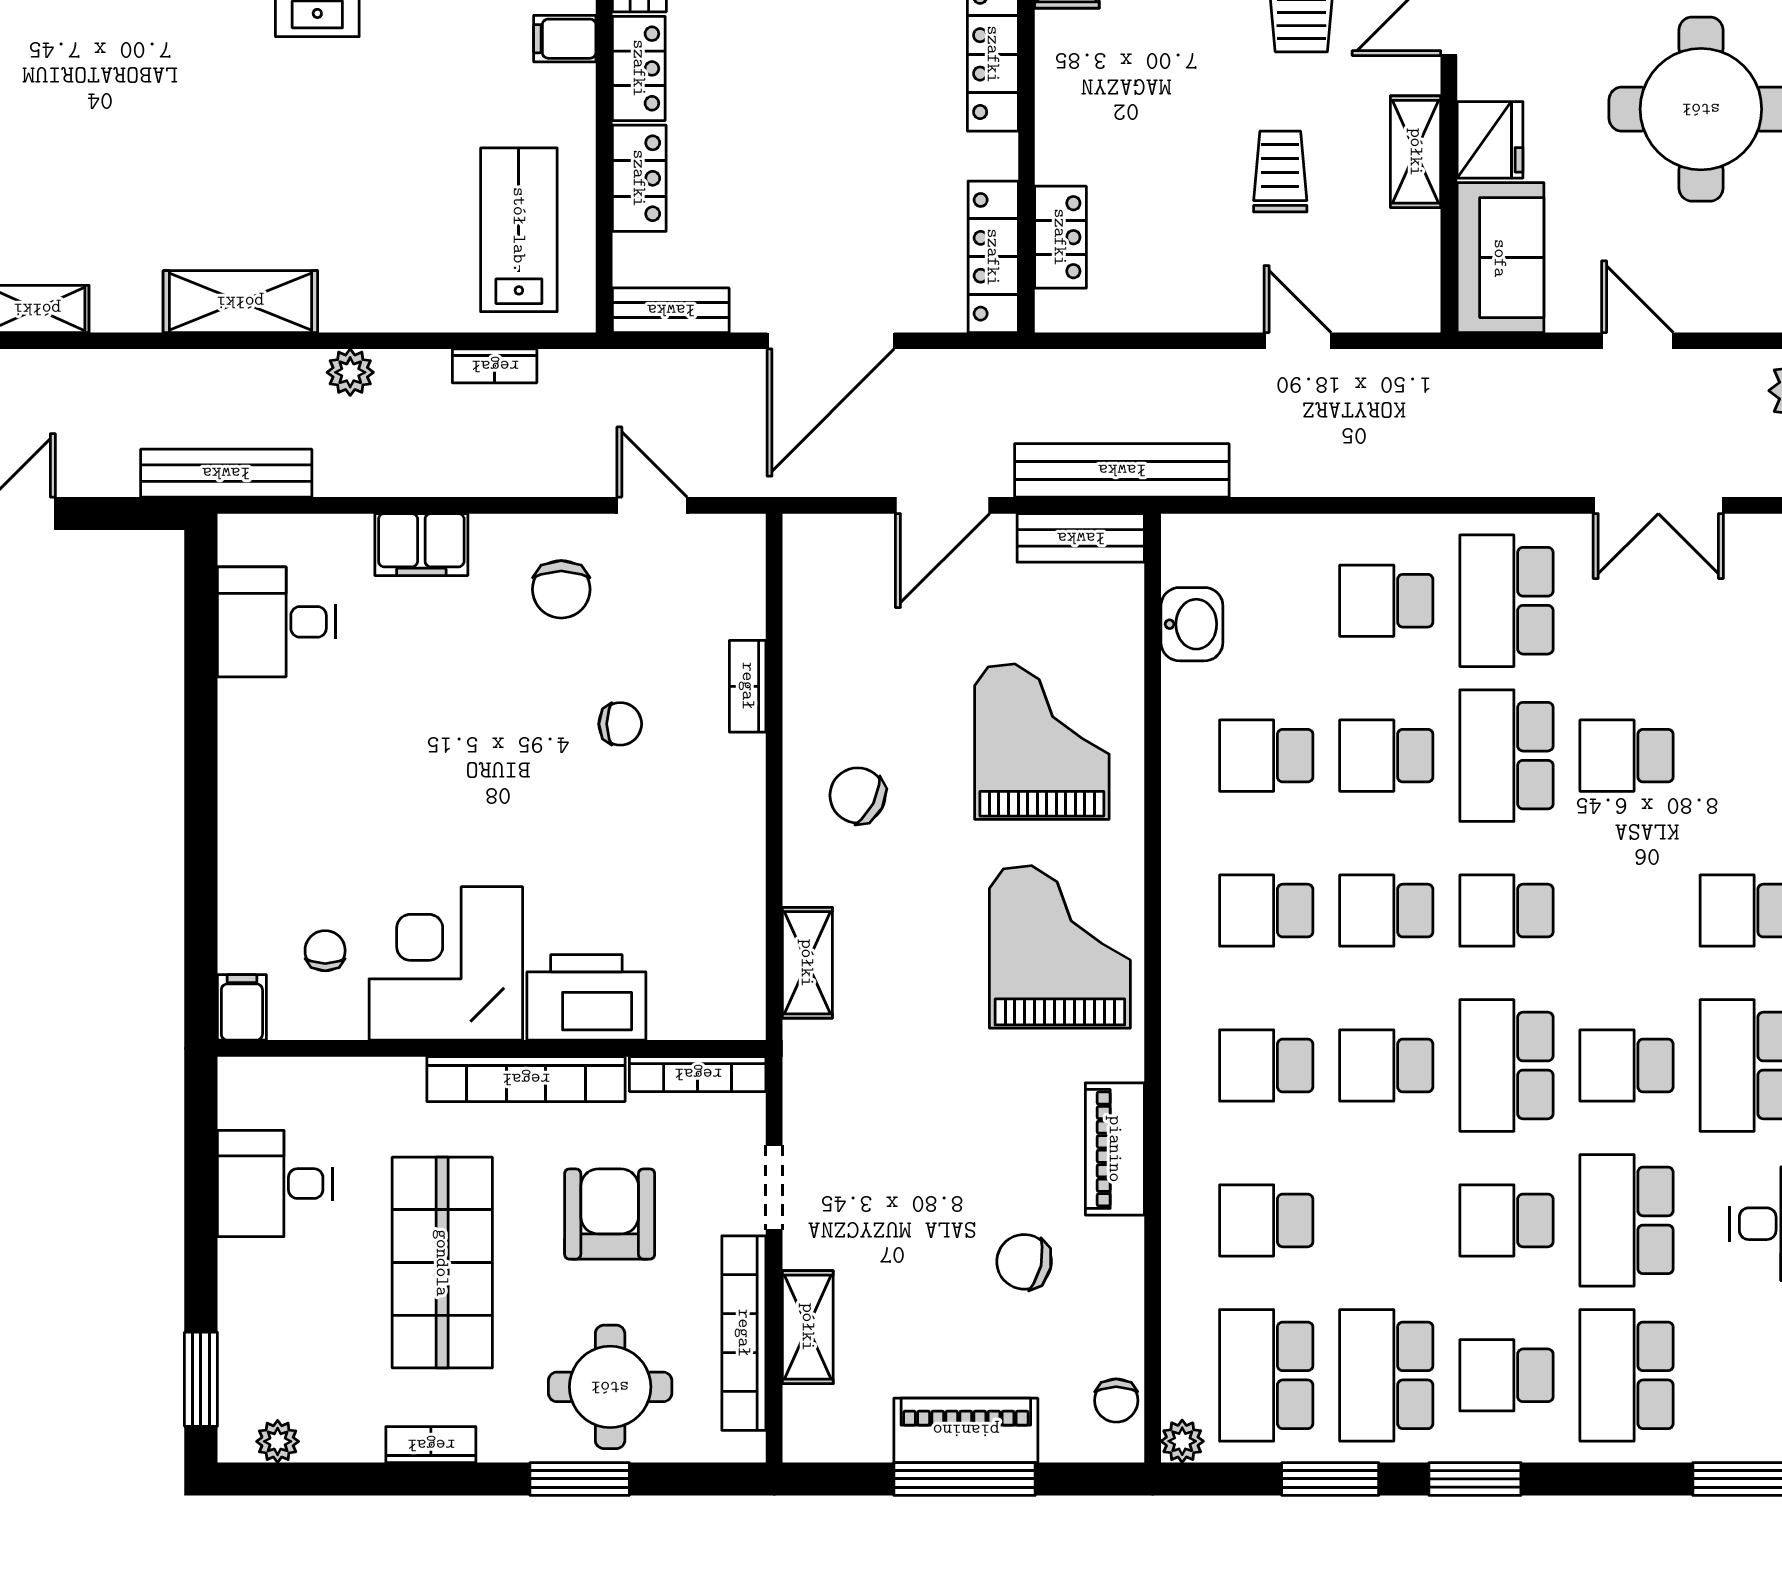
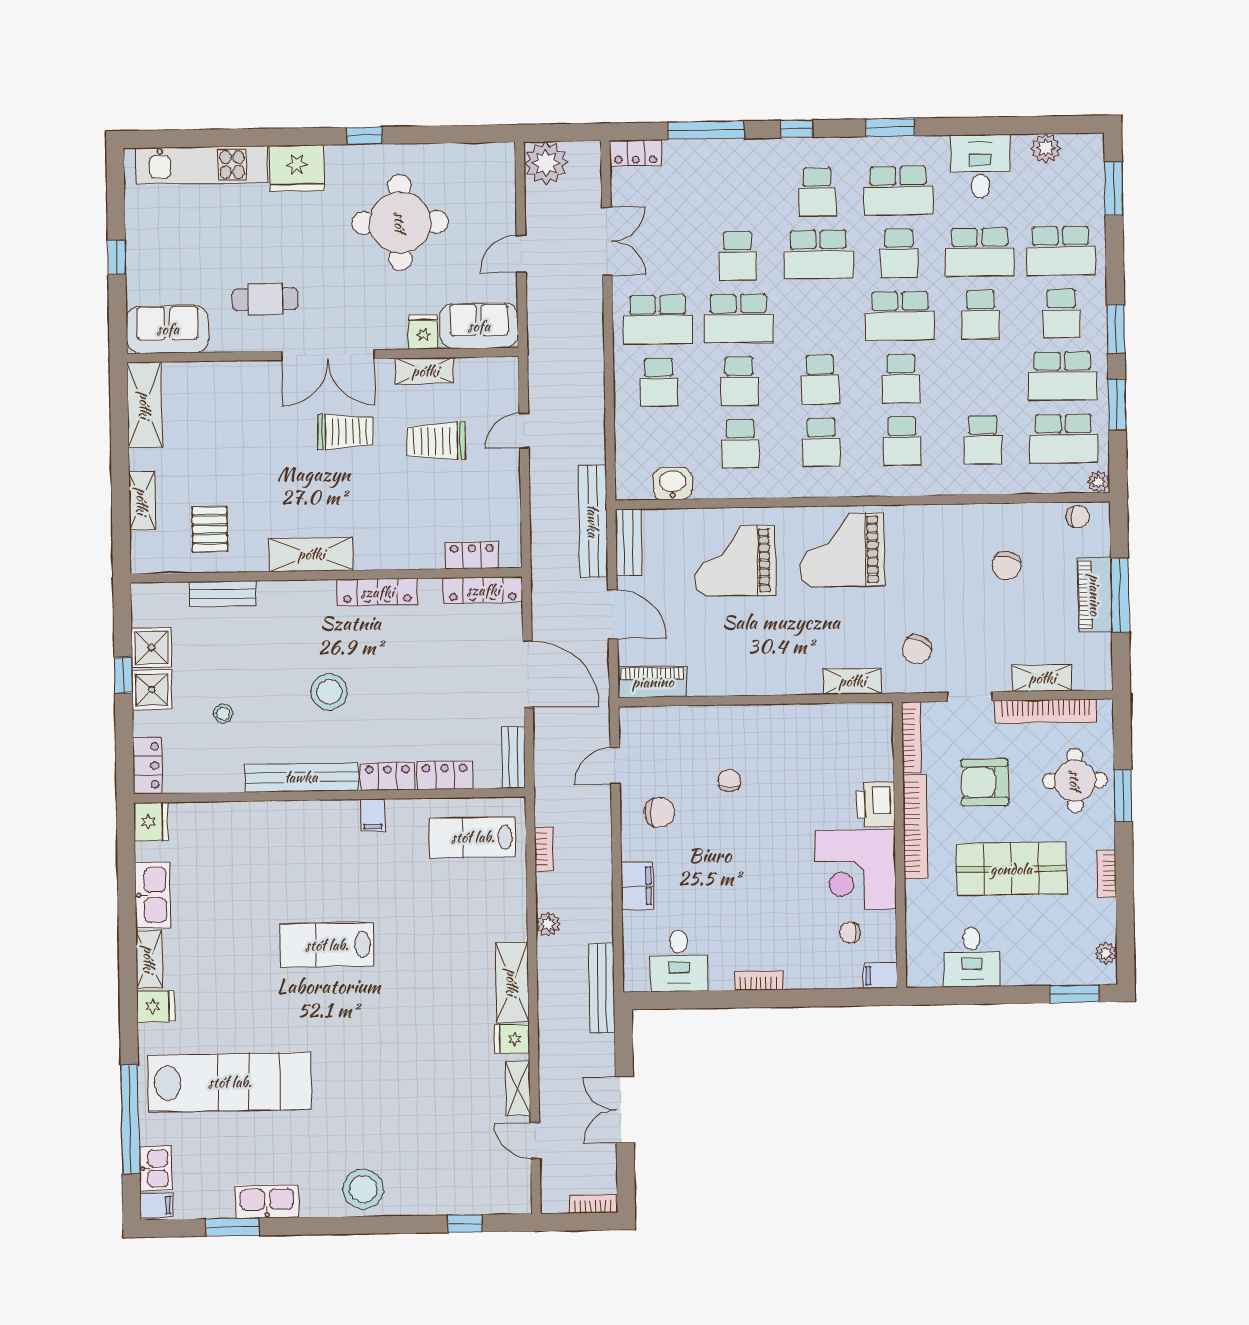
fridge: (1490, 140) -> (423, 332), width x0.72
trolley: (1280, 171) -> (436, 441), width x1.36, depth x1.39
fridge: (131, 299) -> (512, 1039), added
bookcase: (748, 686) -> (759, 981), moved, turned 180
chair: (858, 795) -> (917, 649), moved
school desk: (1506, 911) -> (818, 255), moved, width x1.85
printer: (586, 997) -> (876, 804), width x0.73, depth x0.84
piano: (1115, 1149) -> (653, 682), moved, turned 180

